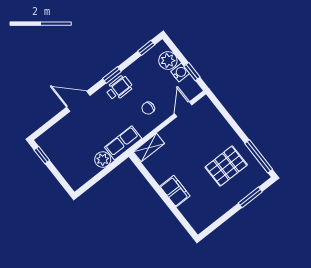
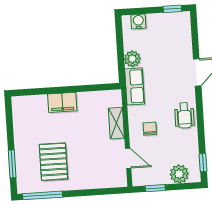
water cooler: (180, 73) -> (138, 21), moved, turned 180
window: (112, 75) -> (200, 117), removed
shelving: (149, 148) -> (116, 123), moved

